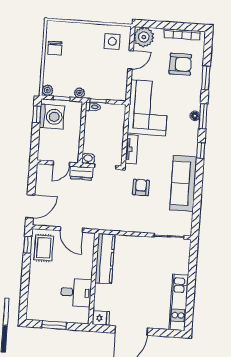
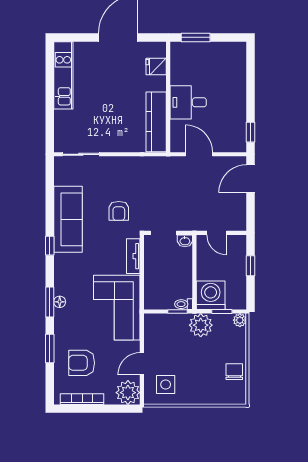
plant: (80, 93) -> (201, 325), width x1.87, depth x1.87
window: (37, 114) -> (251, 266), moved
washing machine: (52, 117) -> (211, 295), moved, turned 90
window: (201, 150) -> (50, 246), moved
door: (61, 164) -> (217, 233), swing flipped
dresser: (81, 173) -> (192, 223), removed
rug: (44, 248) -> (231, 130), removed
desk: (76, 292) -> (188, 102), moved
fridge: (101, 318) -> (156, 66), moved
window: (54, 325) -> (196, 37), moved

